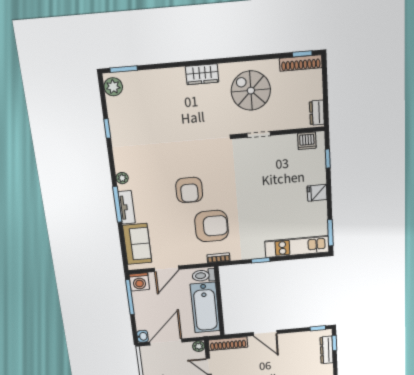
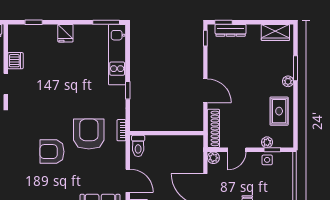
dishwasher: (307, 141) -> (15, 61), moved
armchair: (189, 190) -> (52, 152), turned 180
bathtub: (205, 308) -> (172, 148), removed
door: (265, 333) -> (205, 91), hinge flipped

